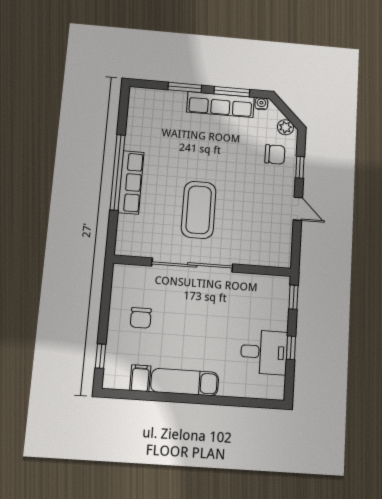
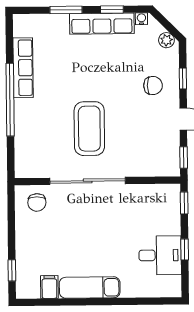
window: (232, 92) -> (112, 9), width x0.67
chair: (275, 154) -> (153, 86), moved
row of seats: (131, 182) -> (23, 68), moved
window: (296, 249) -> (184, 158), added
chair: (141, 318) -> (37, 202), moved

